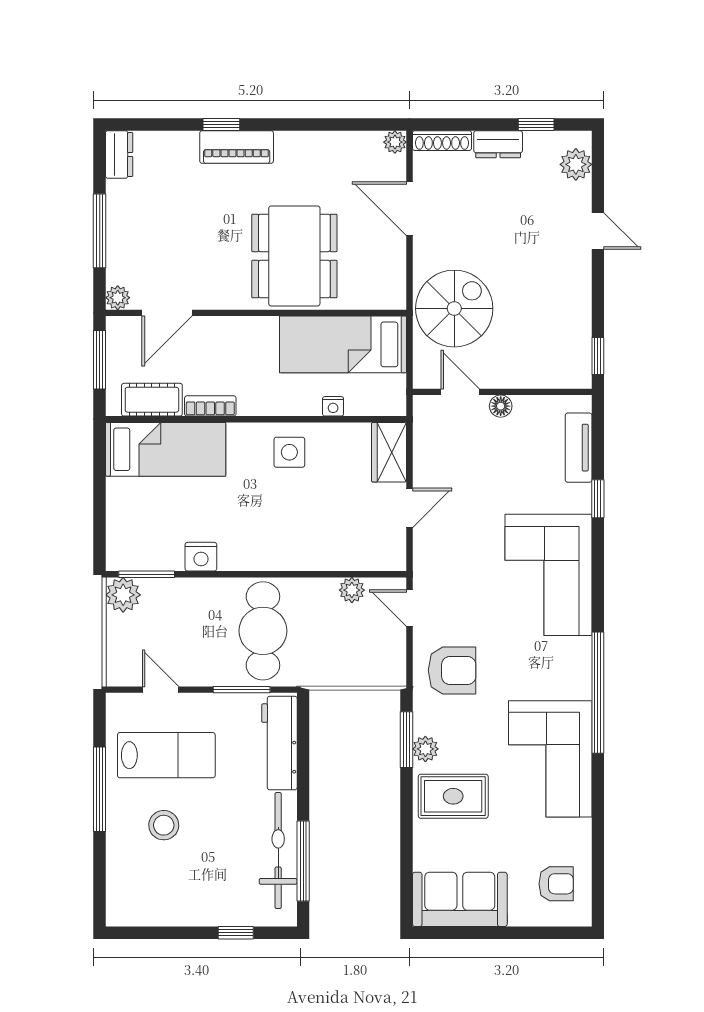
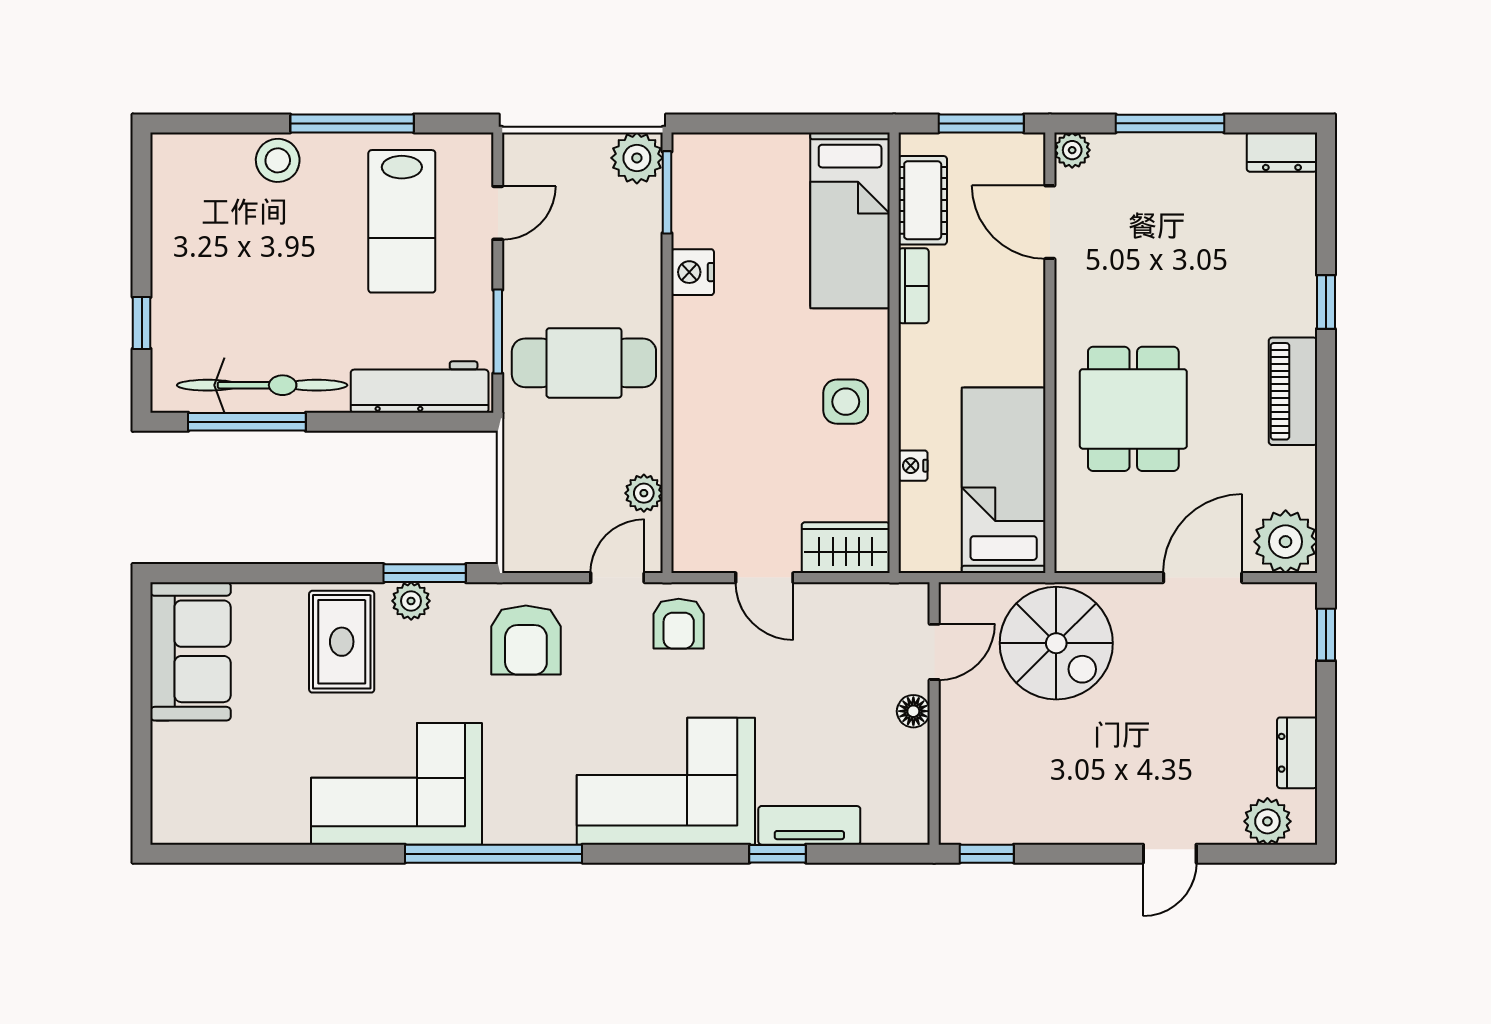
window: (536, 124) -> (1326, 635), moved
shoe rack: (442, 141) -> (1302, 625), removed
plant: (395, 142) -> (1286, 542), width x1.88, depth x1.88
dresser: (498, 144) -> (1297, 753), moved
piano: (237, 147) -> (1293, 391), moved
dining table: (294, 256) -> (1133, 409), width x0.73
tv unit: (579, 448) -> (809, 825), moved
stool: (164, 825) -> (278, 160), moved
armchair: (556, 884) -> (679, 624), moved

